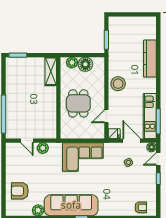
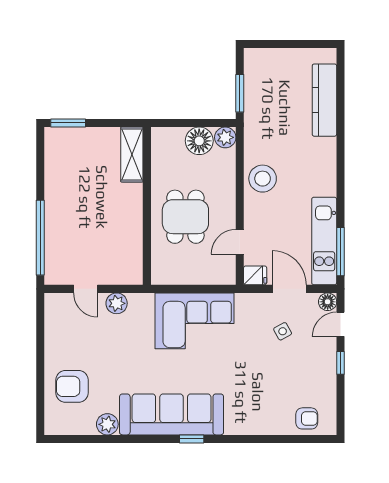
kitchen counter: (150, 58) -> (324, 100), moved
plant: (72, 63) -> (225, 137), moved

